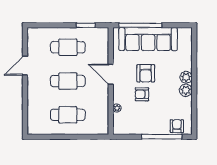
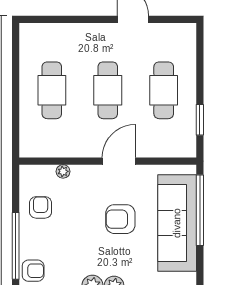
armchair: (142, 94) -> (41, 207), moved

